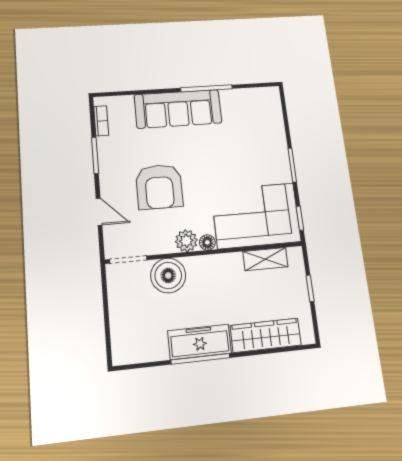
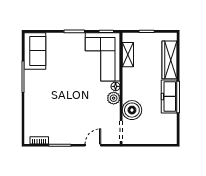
sofa: (178, 109) -> (35, 51), moved, width x0.73
armchair: (159, 187) -> (81, 110), removed

